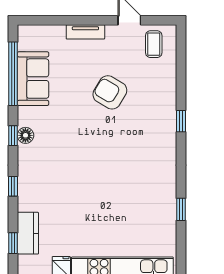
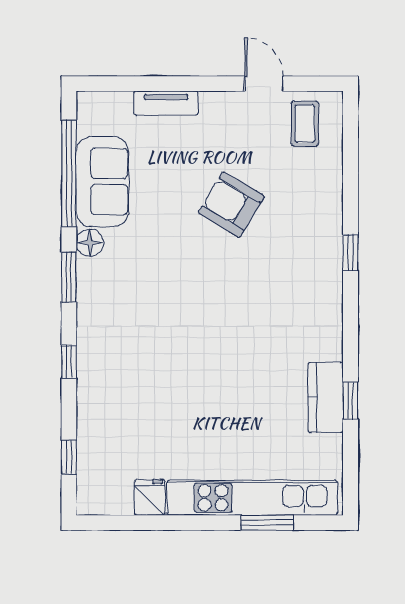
tv unit: (85, 32) -> (166, 103), moved
floor lamp: (25, 135) -> (90, 243), moved
window: (13, 136) -> (69, 277), width x1.50
kitchen counter: (28, 233) -> (326, 397), moved, turned 180

